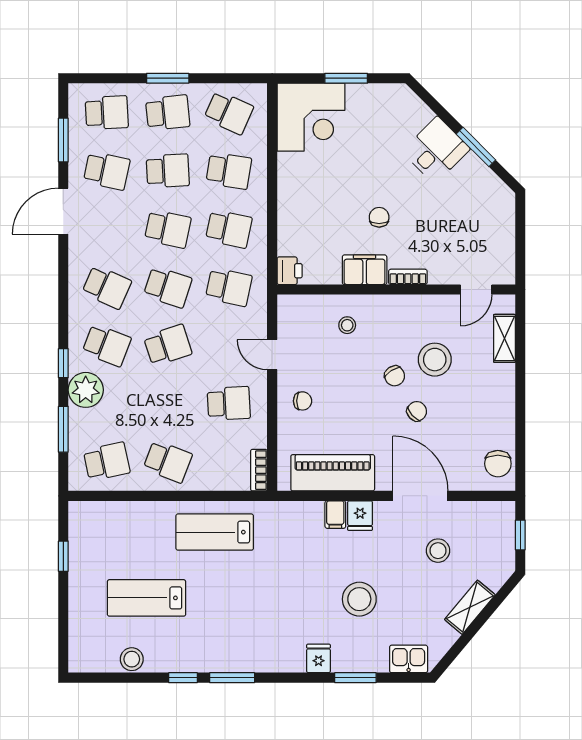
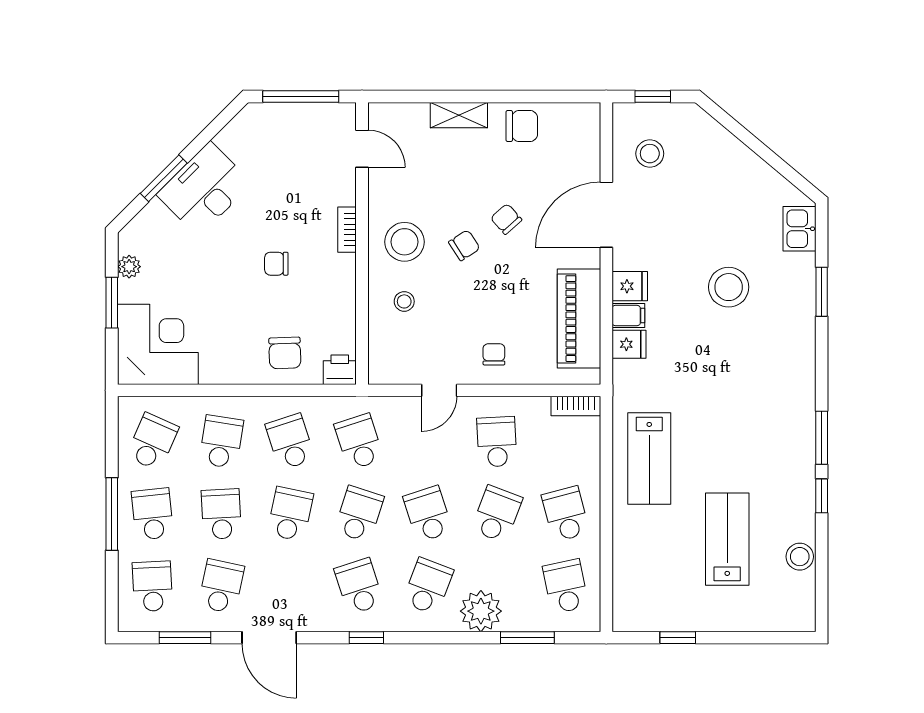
window: (168, 78) -> (112, 514), width x1.44
plant: (377, 93) -> (129, 267), added
window: (476, 147) -> (164, 178), moved
desk: (436, 150) -> (204, 189), width x1.37
chair: (304, 224) -> (285, 353), added
school desk: (229, 229) -> (290, 442), turned -30
window: (520, 238) -> (301, 96), added
filing cabinet: (365, 270) -> (339, 281), removed
school desk: (107, 287) -> (359, 586), turned -42
school desk: (229, 287) -> (359, 442), turned -30
shelving: (504, 338) -> (459, 115), moved
stool: (435, 360) -> (404, 242), moved
window: (63, 363) -> (366, 638), moved
school desk: (168, 403) -> (497, 514), added
school desk: (168, 462) -> (566, 514), turned -36
chair: (498, 464) -> (522, 126), moved
stool: (438, 551) -> (650, 154), moved
lab bench: (147, 598) -> (727, 539), turned 180
shelving: (470, 607) -> (738, 156), removed
fridge: (319, 658) -> (629, 344), moved, turned 180

